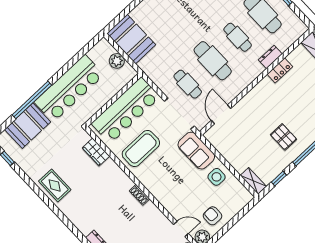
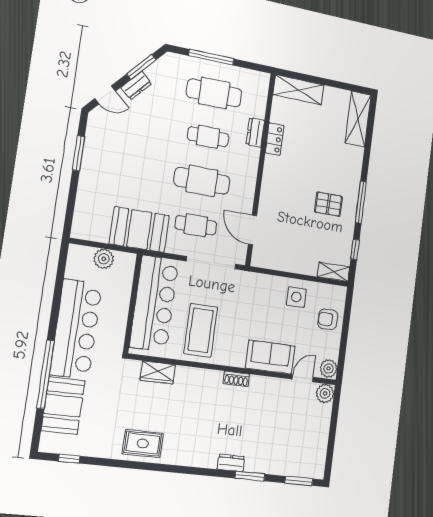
booth: (131, 39) -> (139, 230), moved
sofa: (196, 151) -> (270, 357), moved, turned 180
armchair: (212, 216) -> (328, 319), moved

